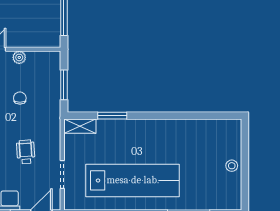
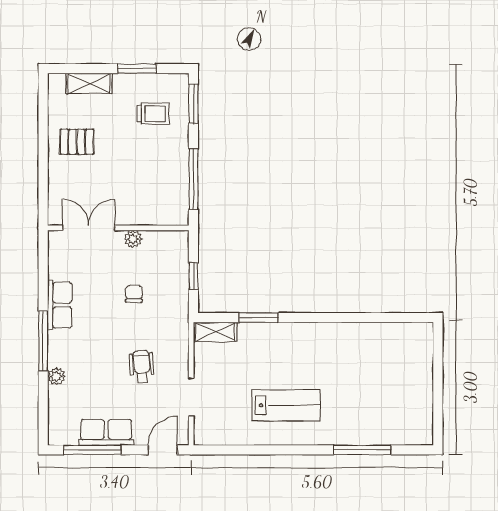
window: (64, 85) -> (193, 276), width x0.67
stool: (232, 166) -> (420, 385), removed
lab bench: (133, 180) -> (286, 405), width x0.54, depth x0.72

